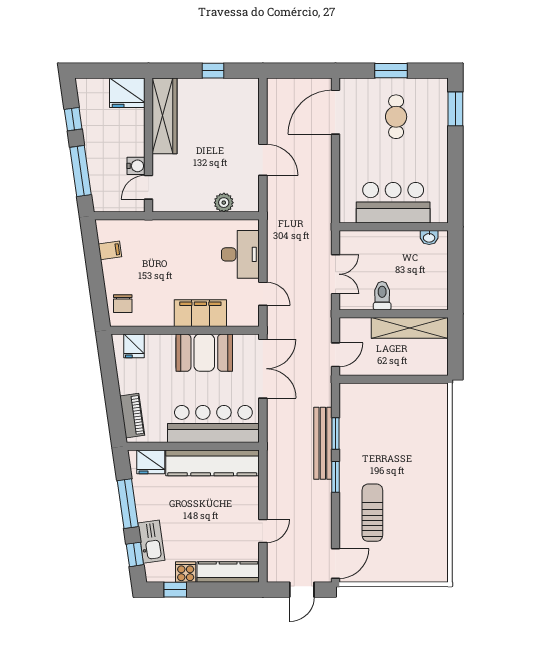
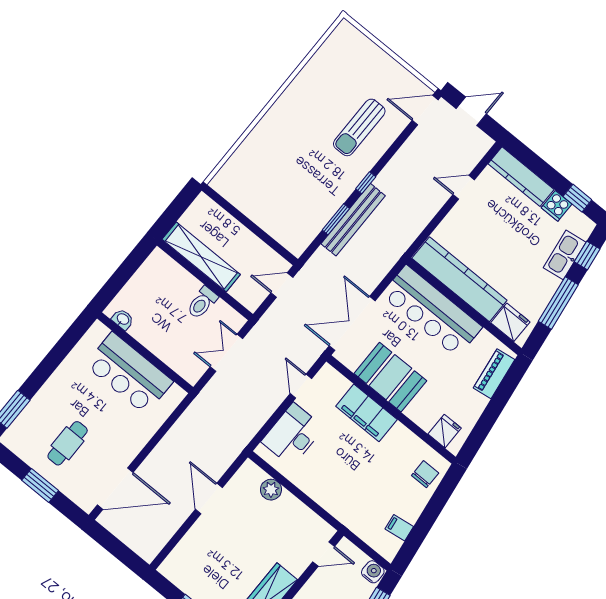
water cooler: (136, 166) -> (373, 572), moved, turned 90
window: (335, 477) -> (366, 183), width x0.67

